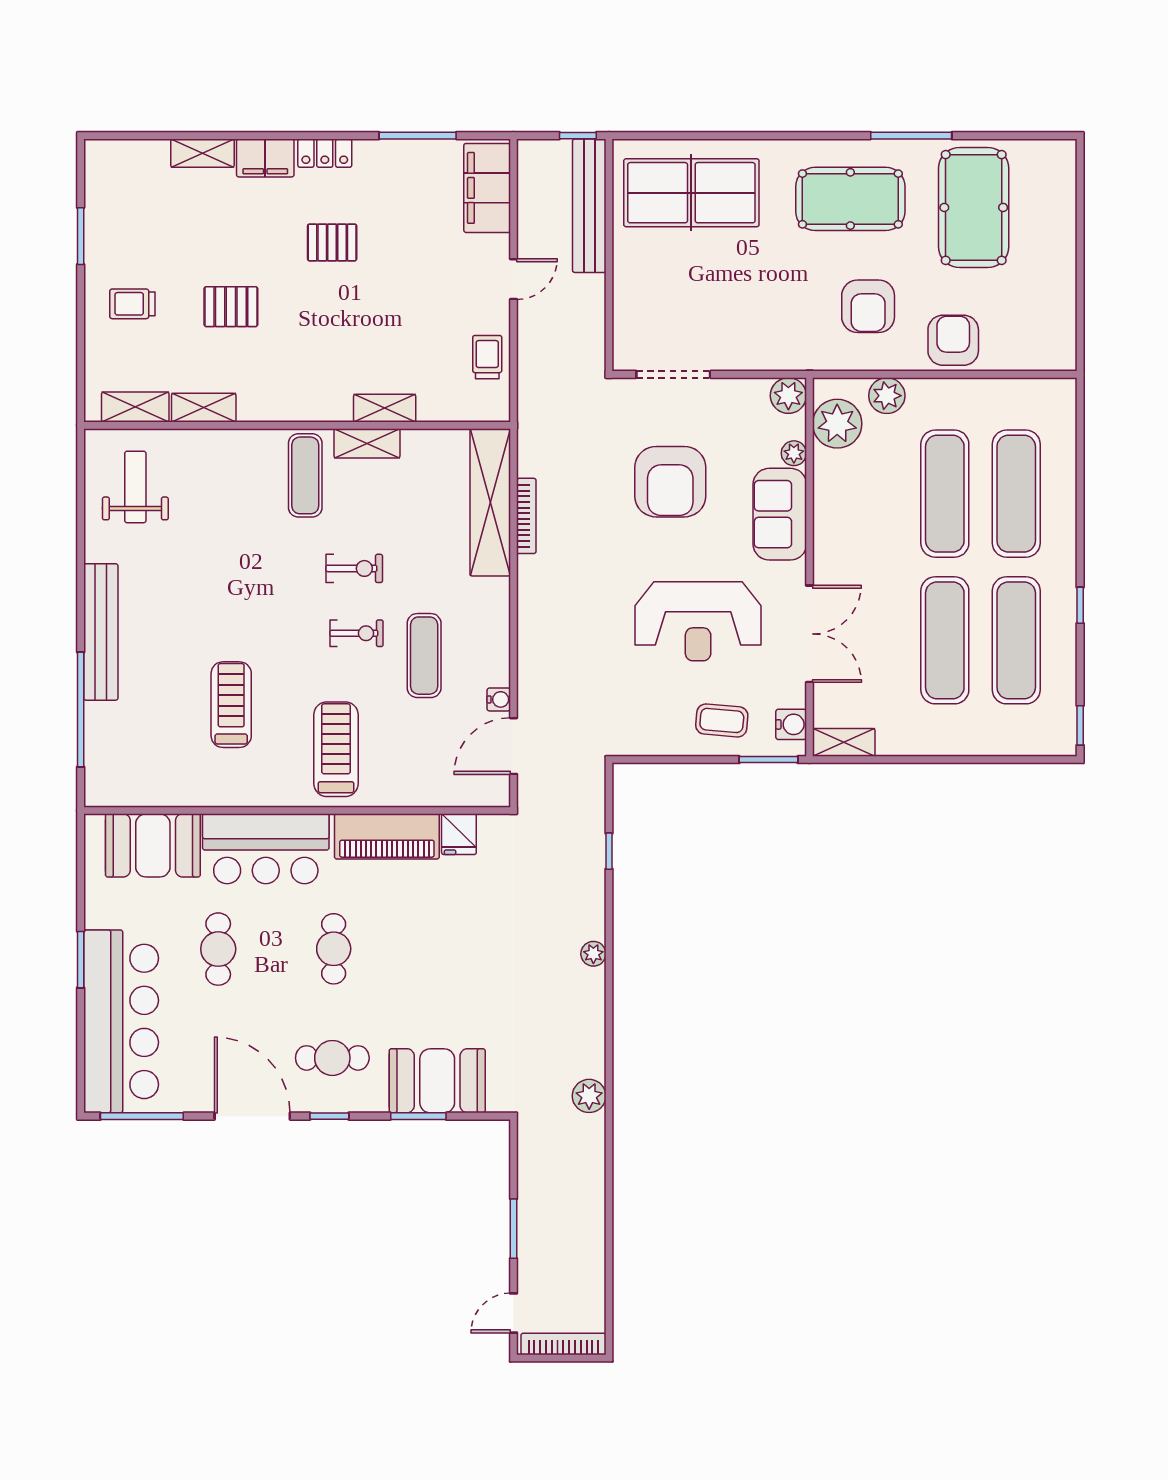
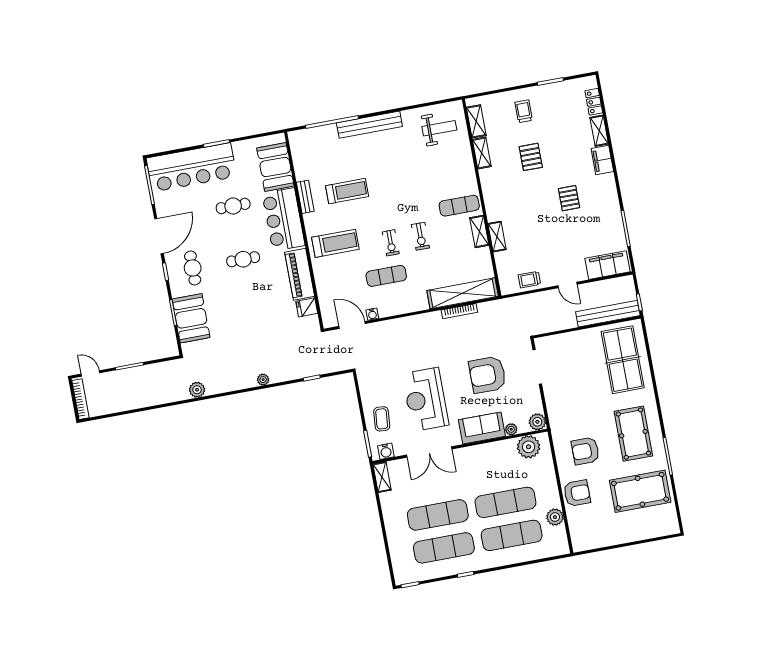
locker: (325, 153) -> (594, 102), moved
trolley: (487, 357) -> (529, 280), turned 180
plant: (887, 396) -> (555, 517), moved
bench: (227, 794) -> (305, 197), added

